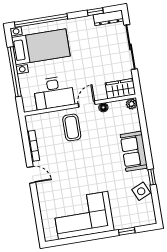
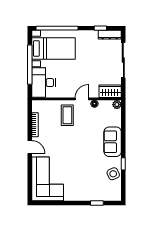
desk: (54, 93) -> (44, 83), moved, turned 90
corner sofa: (83, 215) -> (48, 179), moved, turned 90

